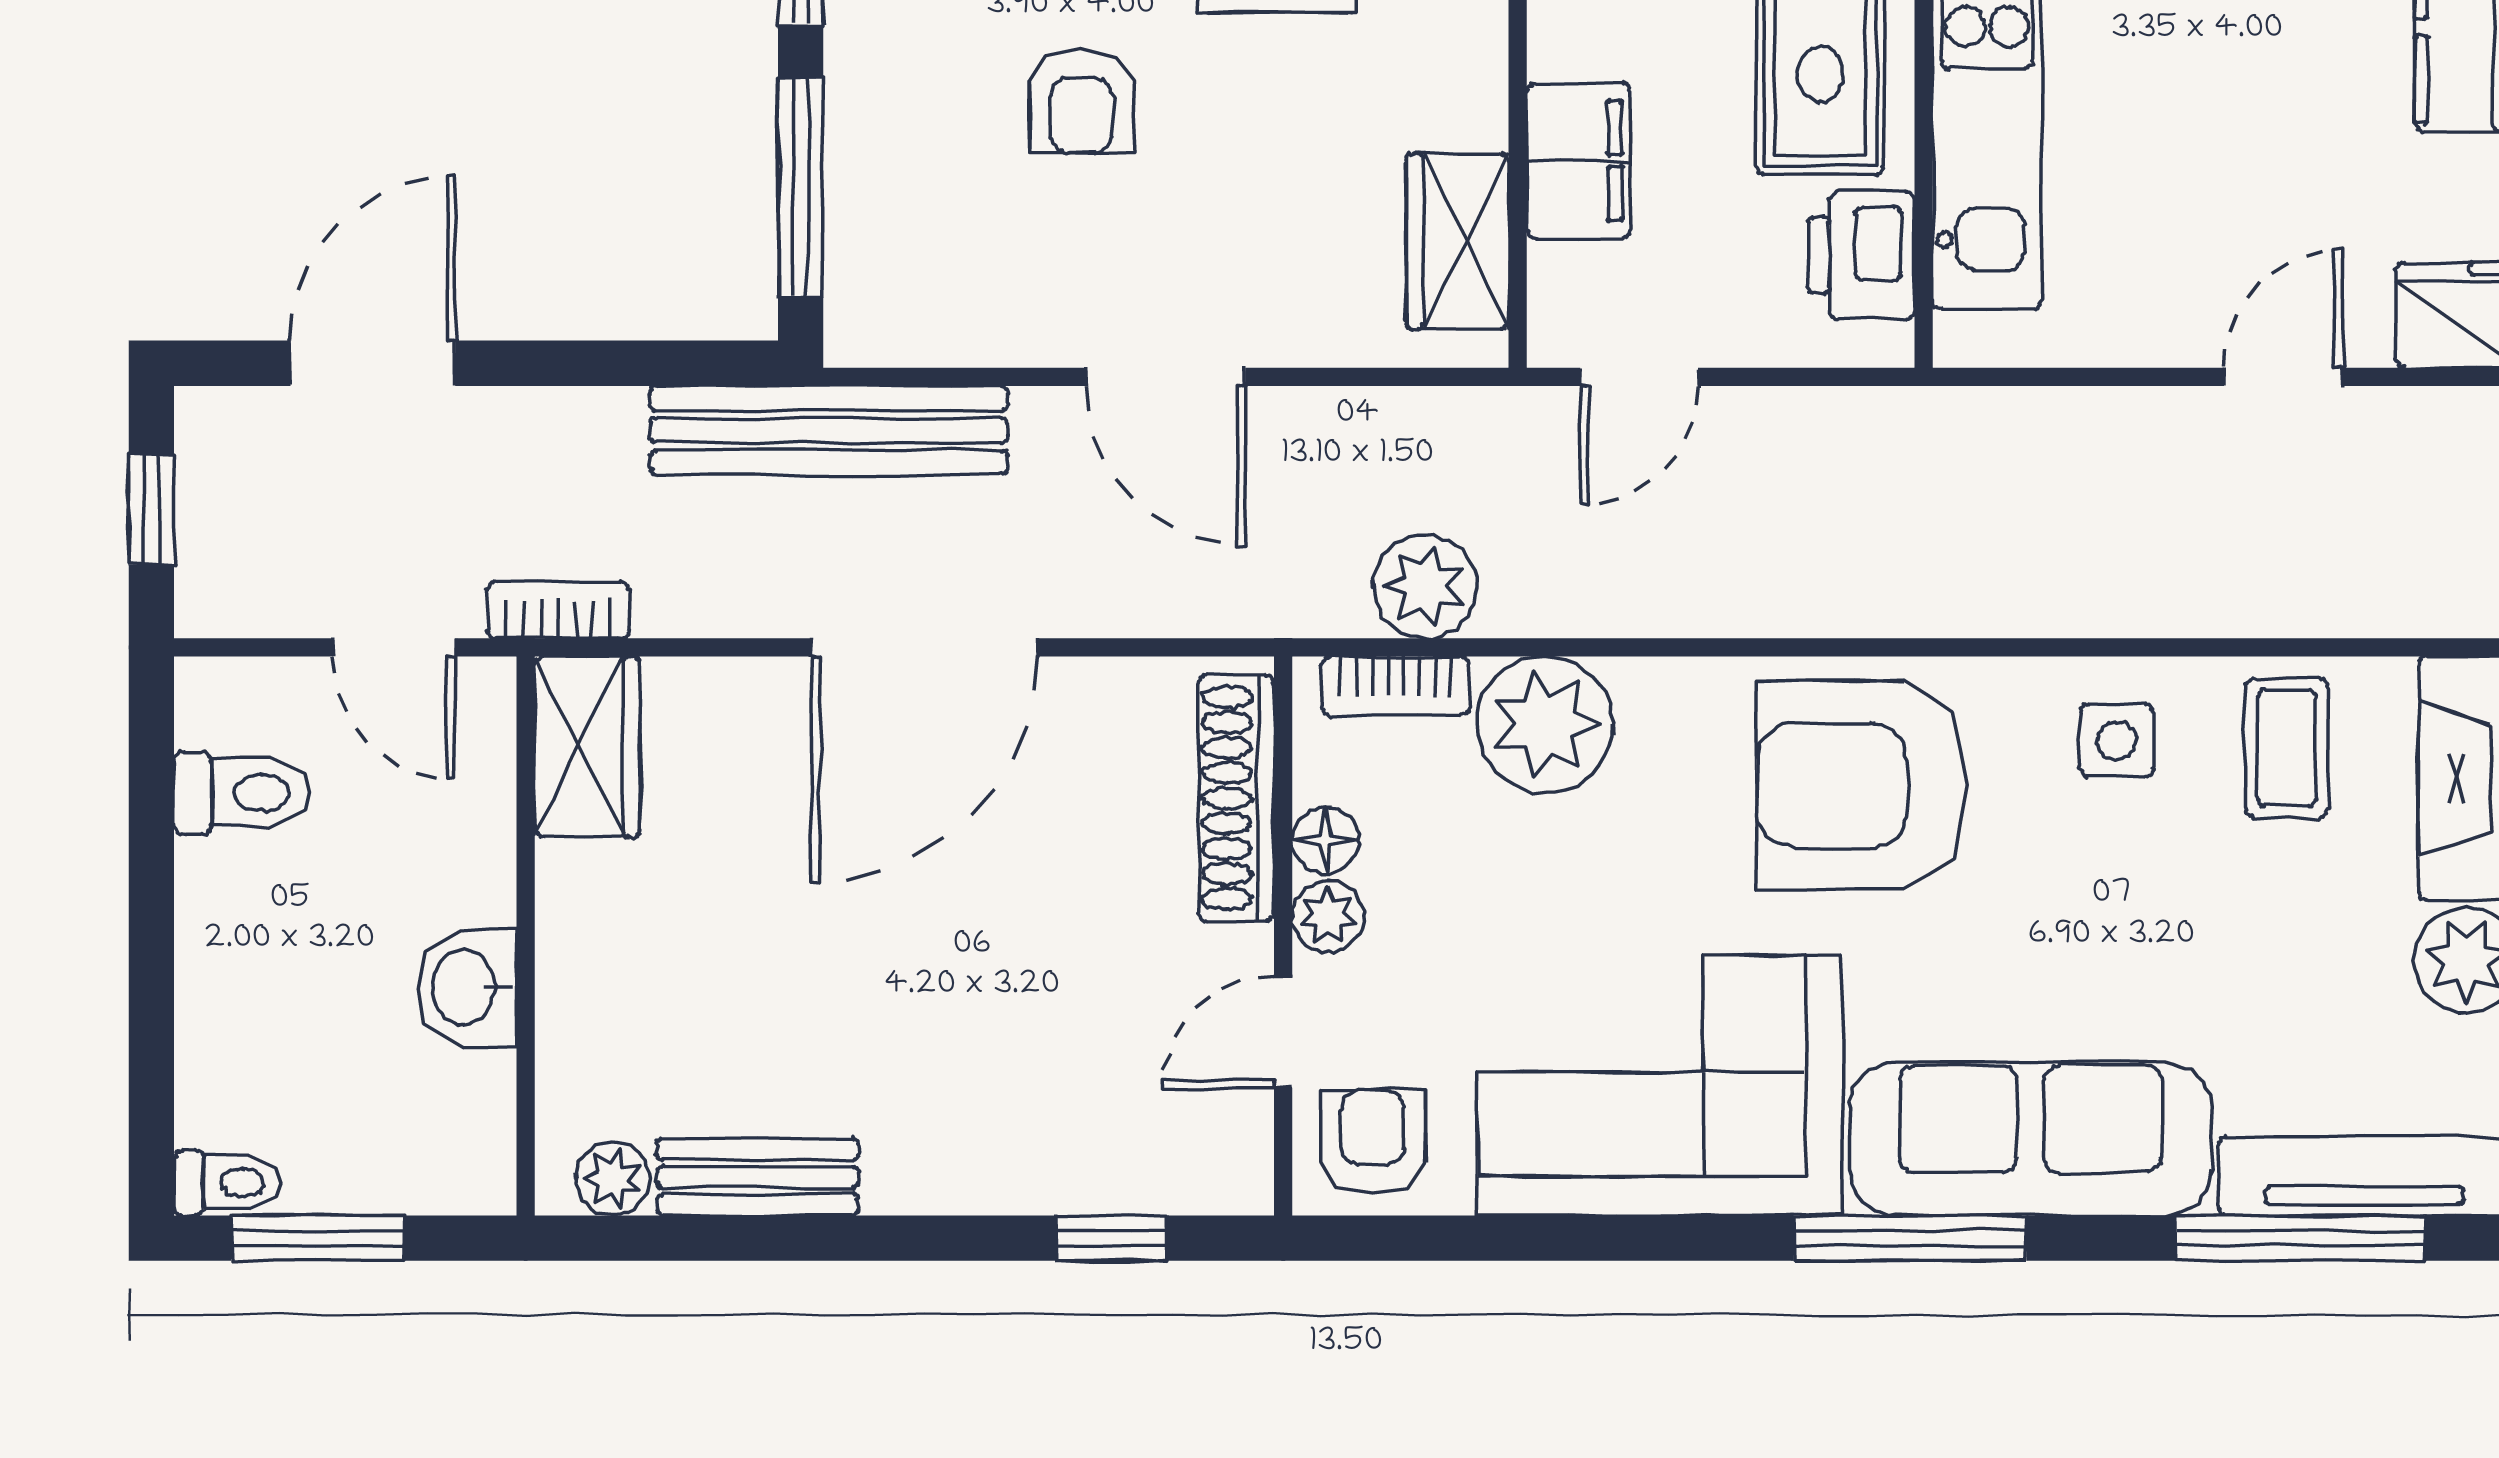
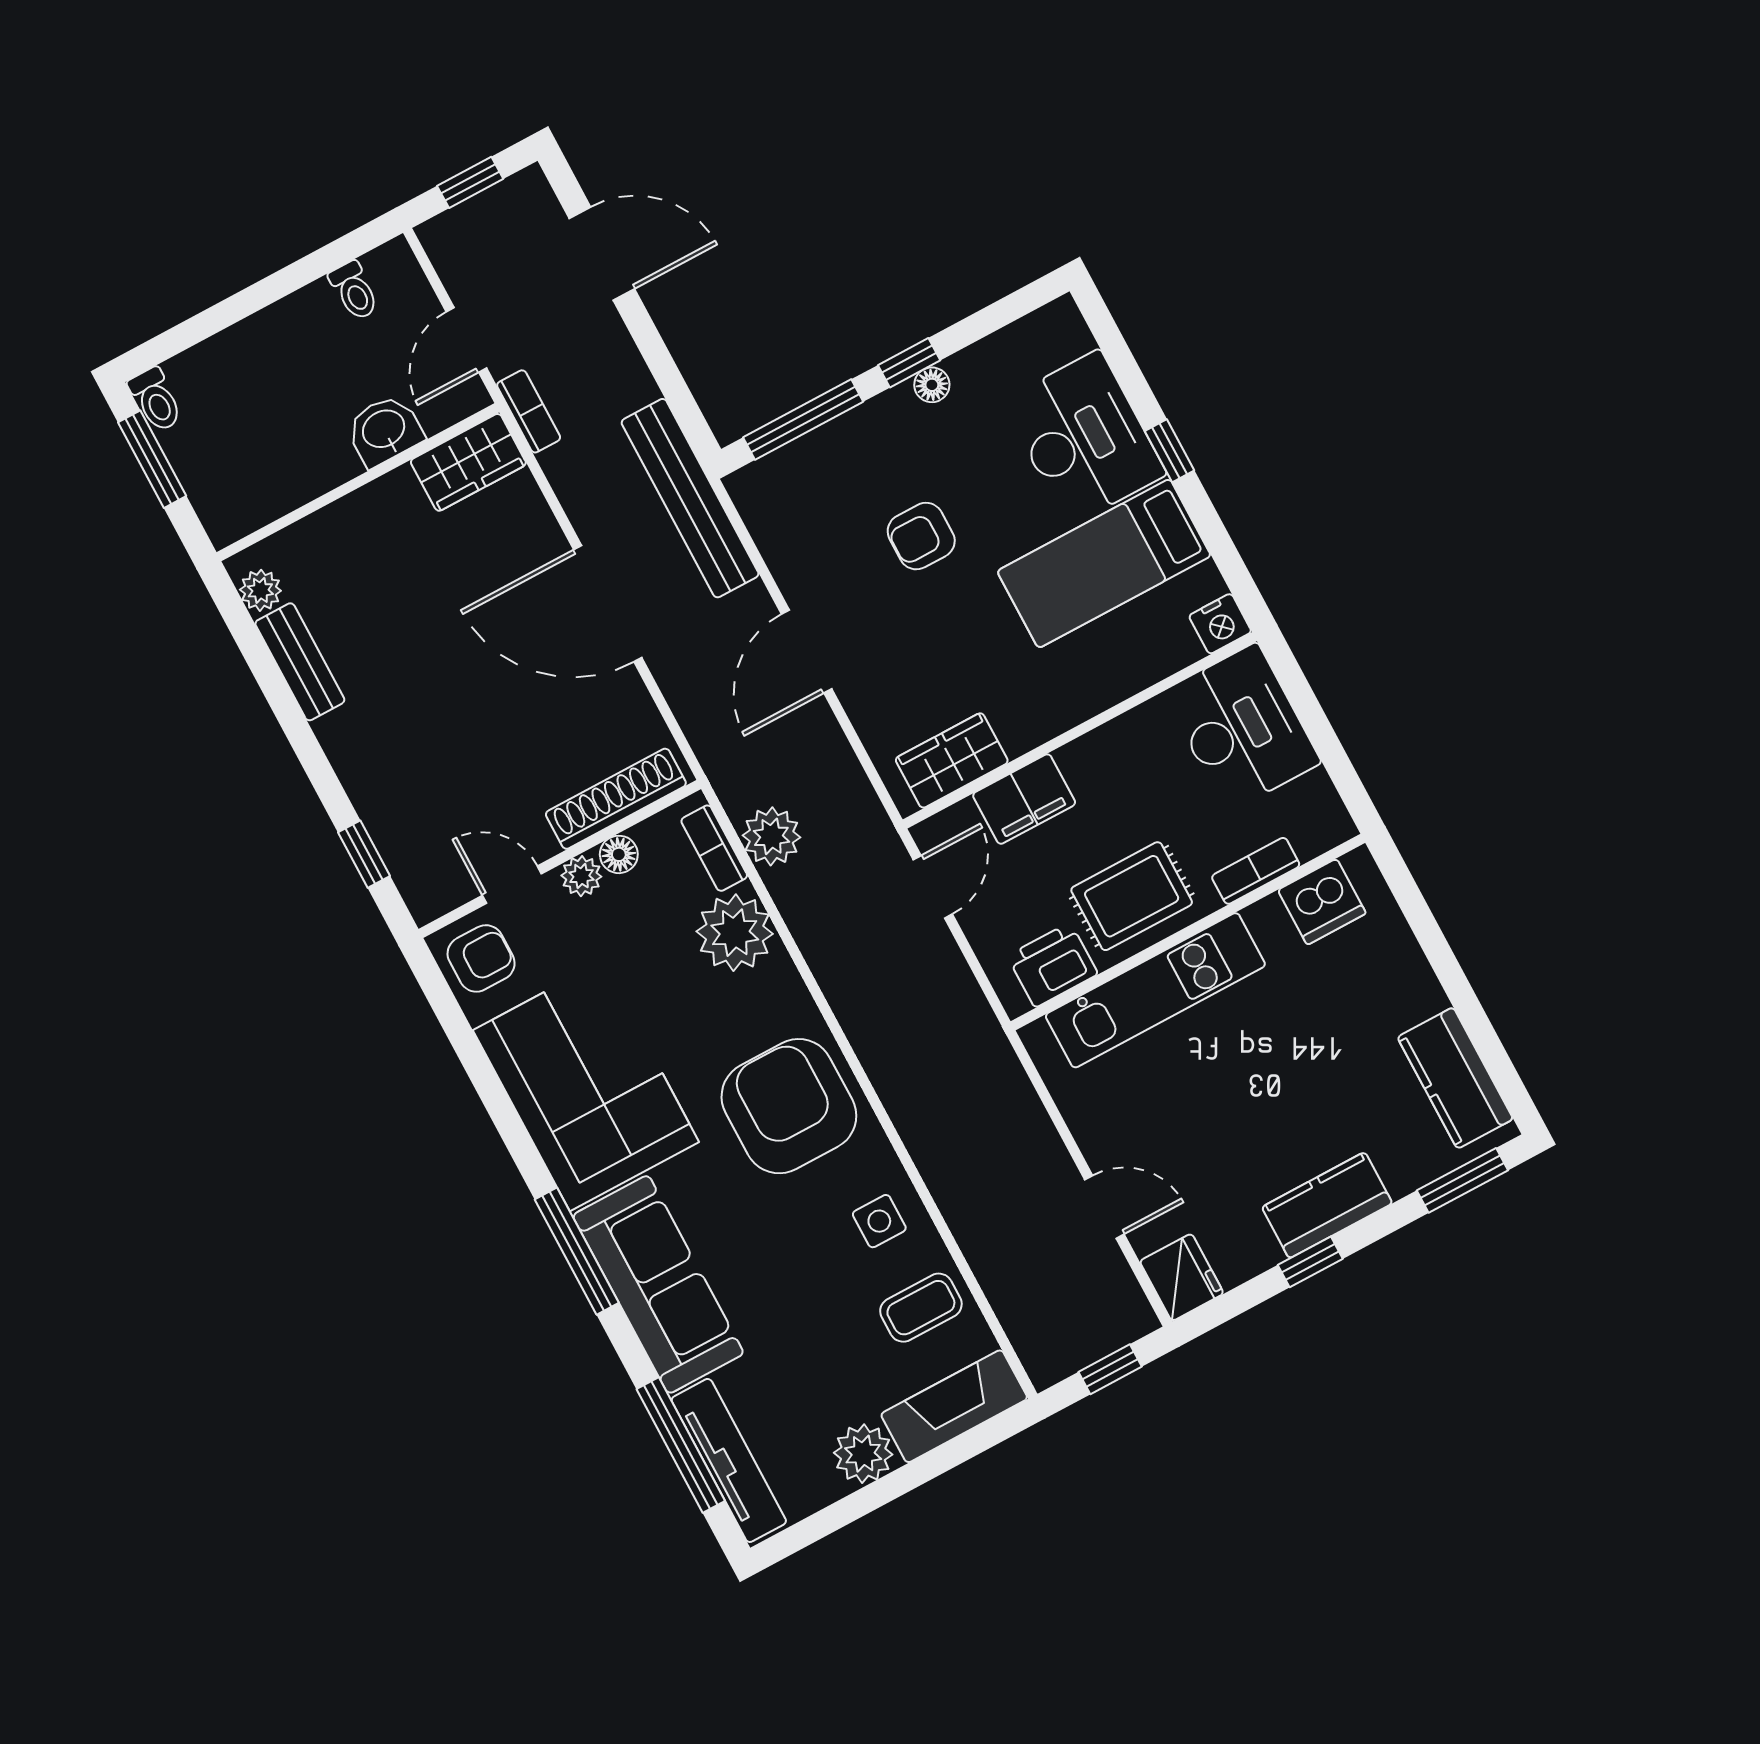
door: (1639, 377) -> (933, 887), swing flipped
toilet: (242, 793) -> (354, 291), width x0.73, depth x0.72
washbasin: (467, 987) -> (384, 430), moved

